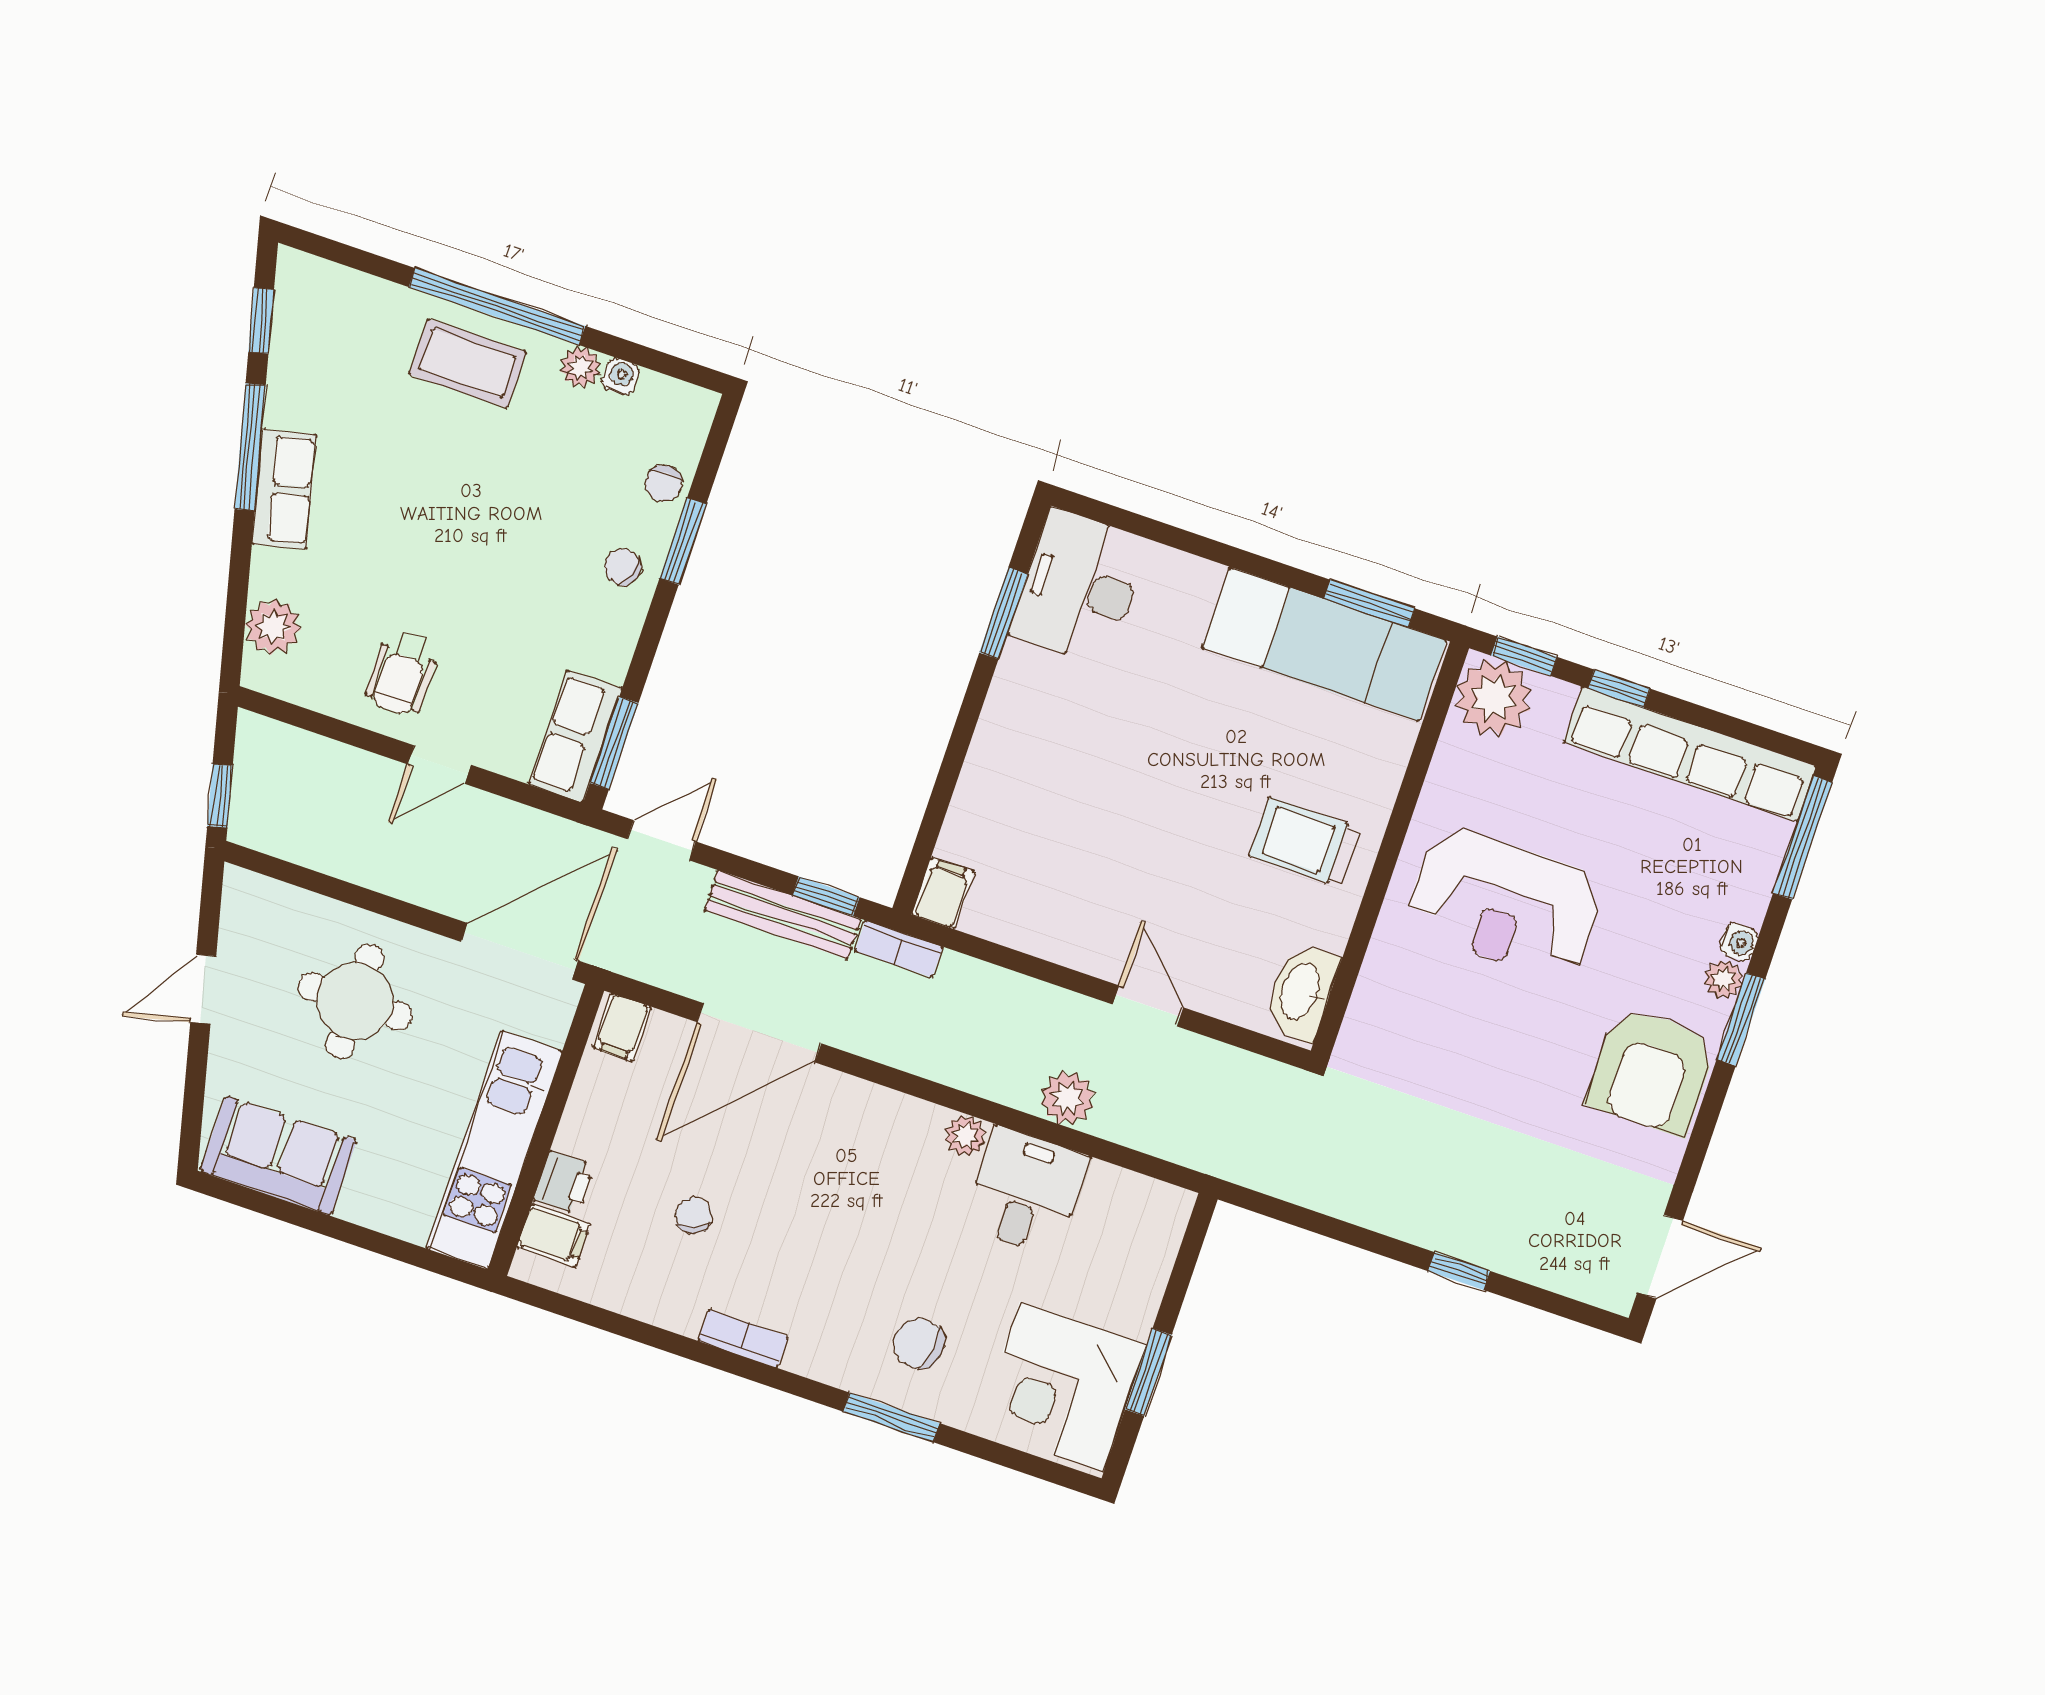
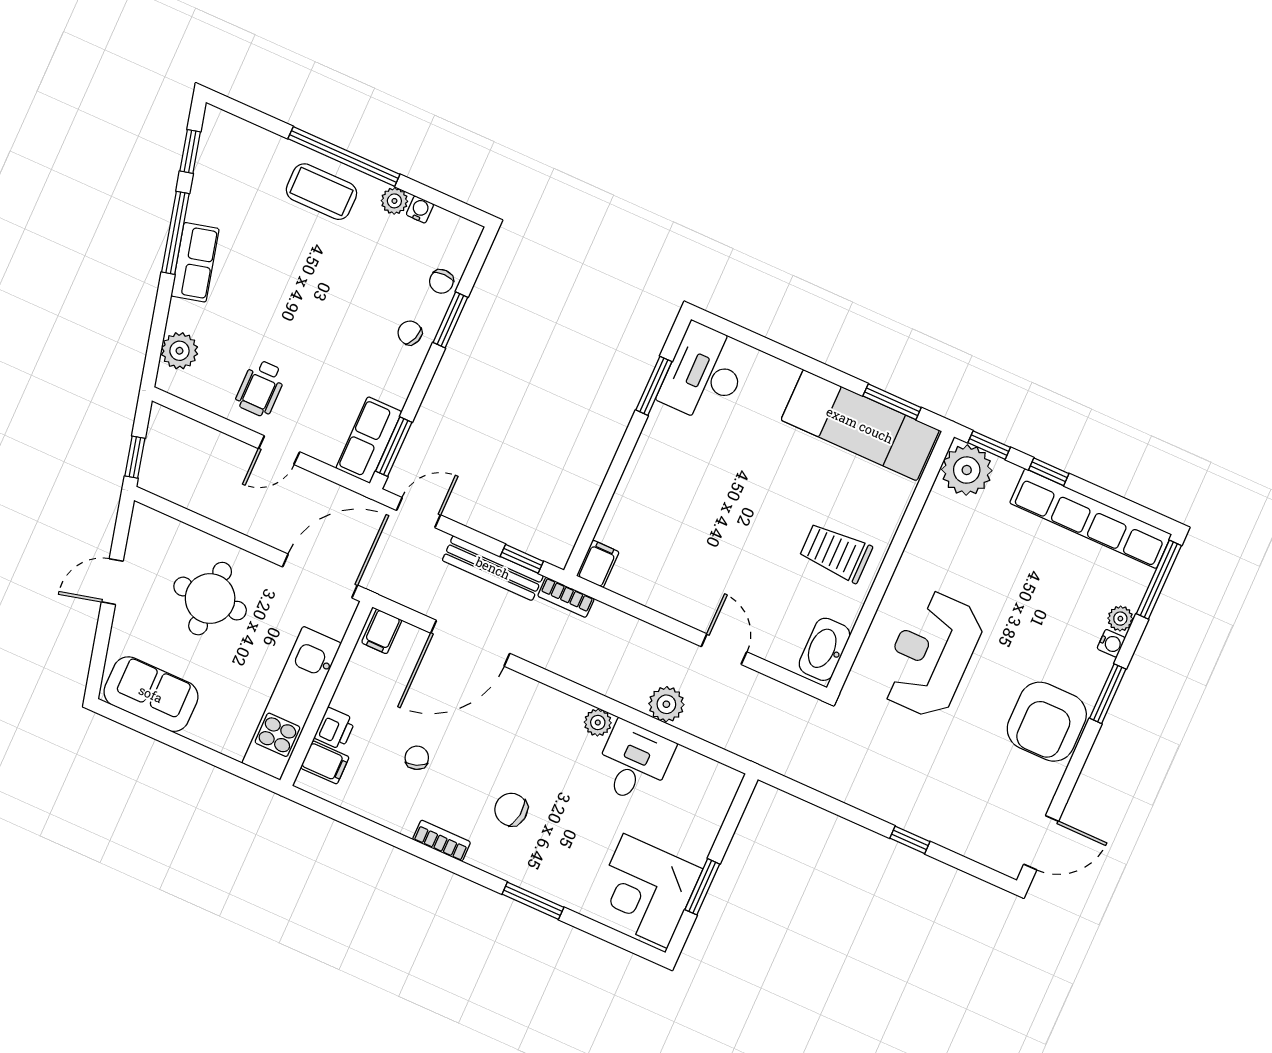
reception desk: (1505, 903) -> (931, 654), moved, turned 90
plant: (1723, 979) -> (1120, 619), moved
chair: (919, 1343) -> (511, 810), moved

